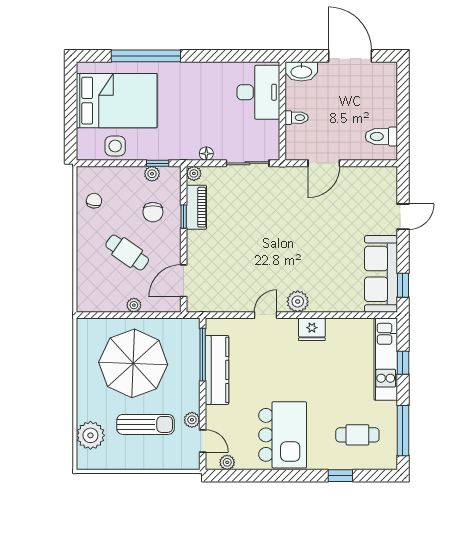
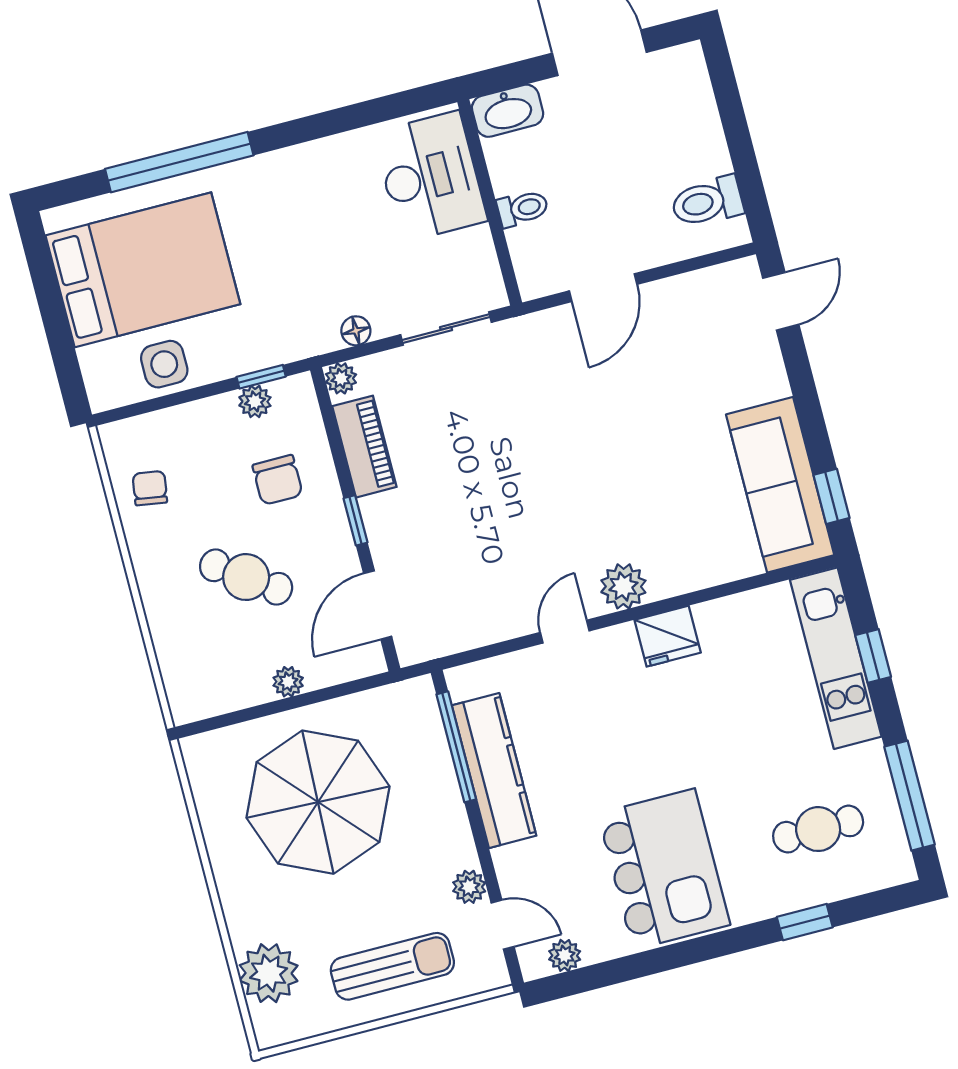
window: (184, 217) -> (355, 520), moved
door: (403, 217) -> (781, 301), moved
sun lounger: (145, 424) -> (392, 966), moved

